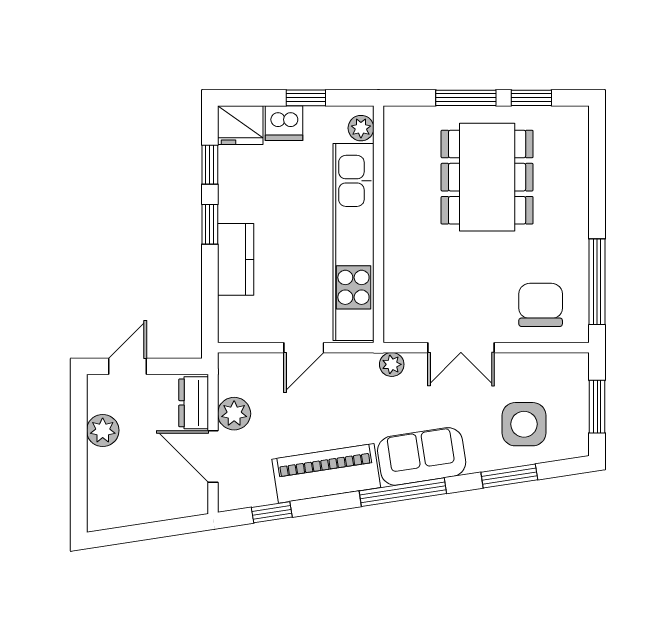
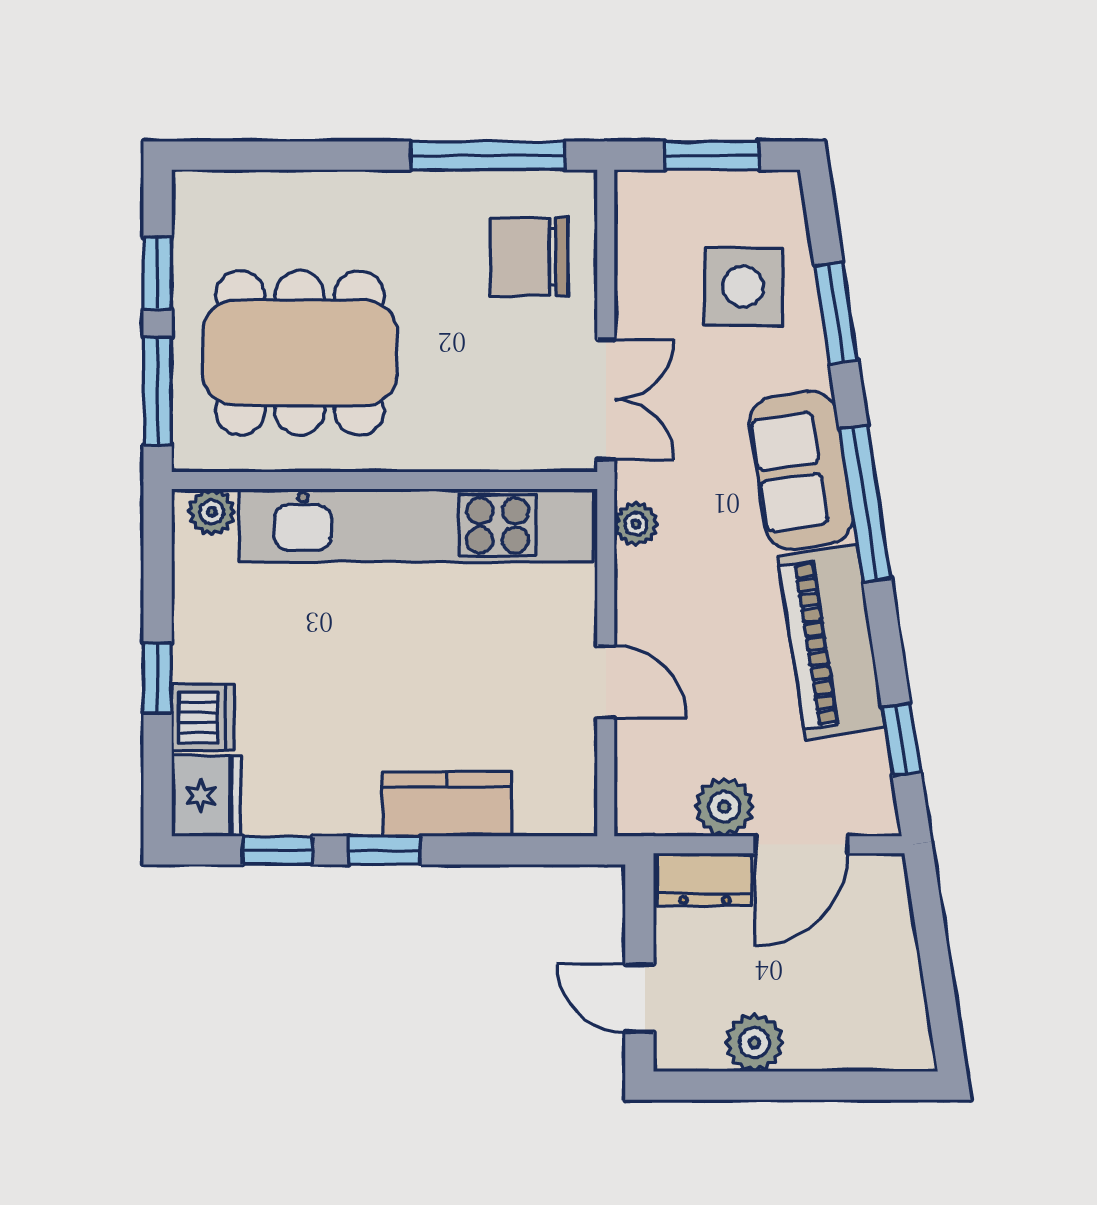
plant: (361, 128) -> (212, 512), moved
wall: (378, 224) -> (384, 480), moved
kitchen unit: (353, 242) -> (416, 525), moved

